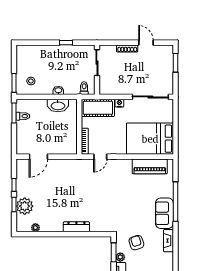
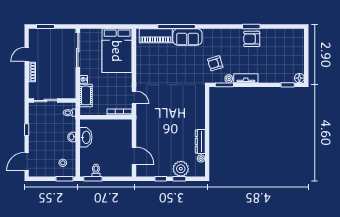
door: (32, 43) -> (27, 162), added
cot: (98, 108) -> (86, 95), width x0.73, depth x0.75
piano: (150, 166) -> (156, 36), moved, turned 90
dresser: (76, 227) -> (200, 141), moved
fireplace: (169, 241) -> (213, 33), removed

